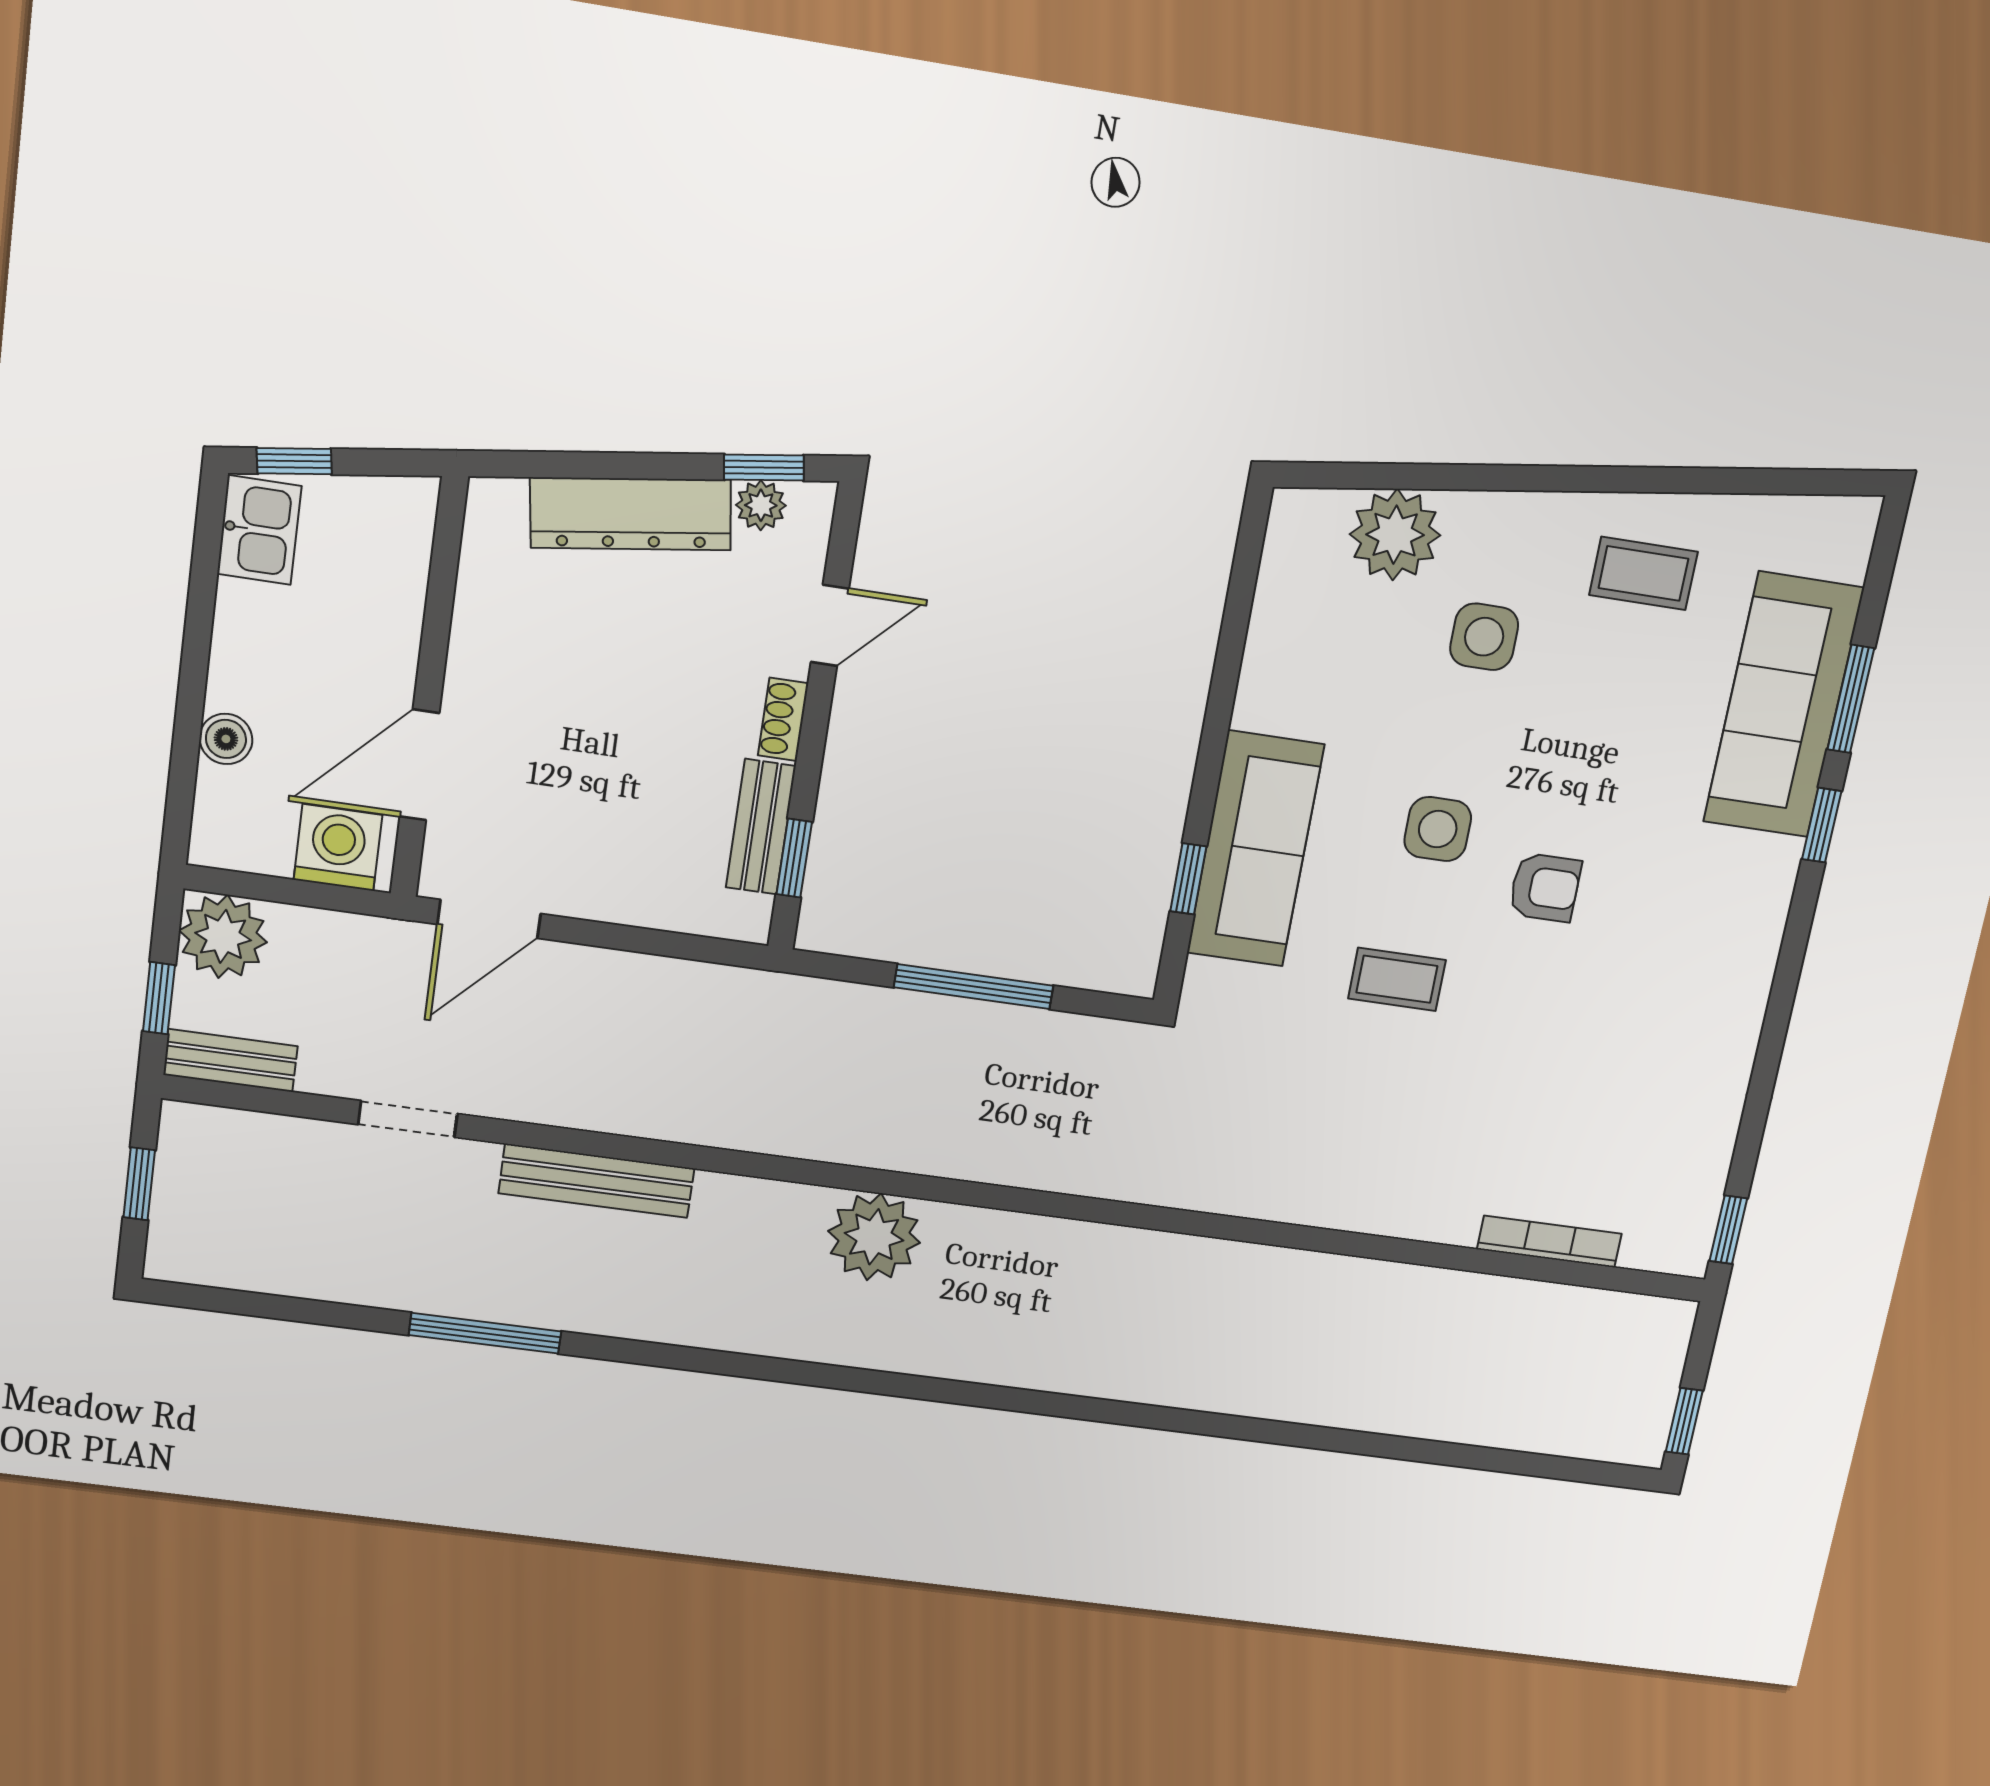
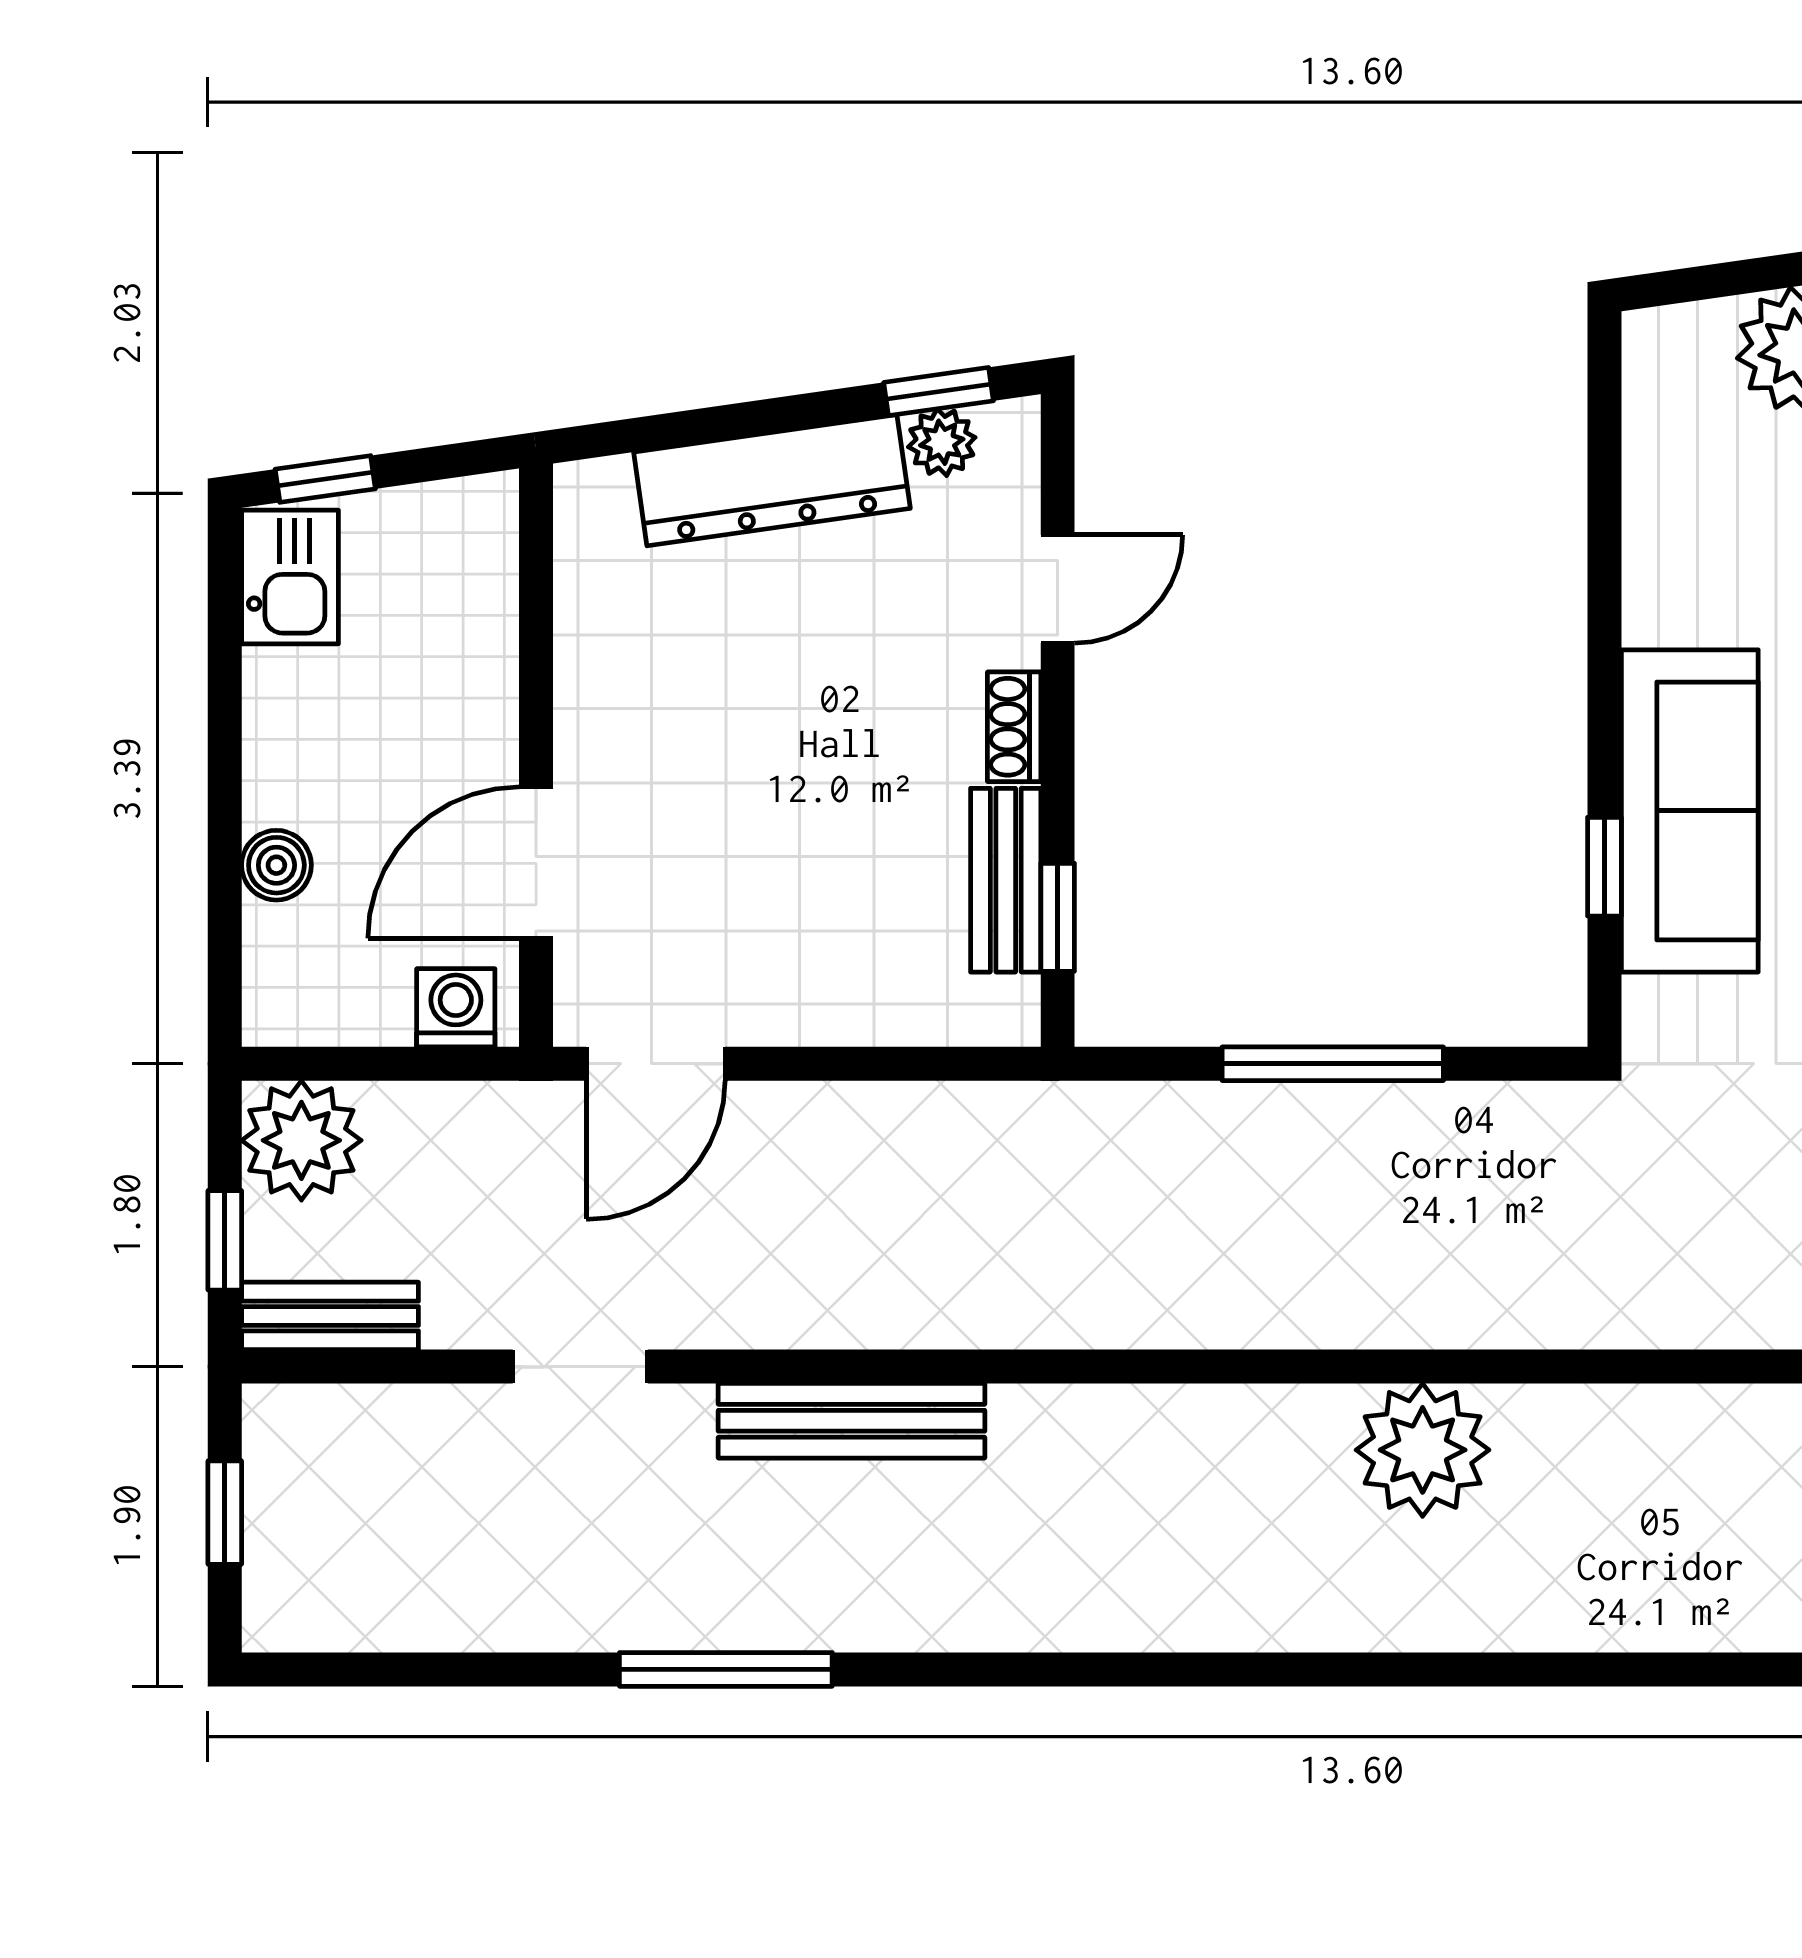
washing machine: (338, 847) -> (456, 1008), width x0.73, depth x0.73
plant: (874, 1237) -> (1423, 1450), moved

